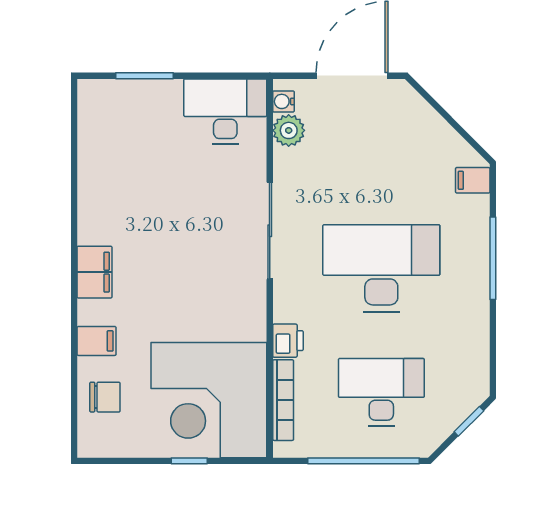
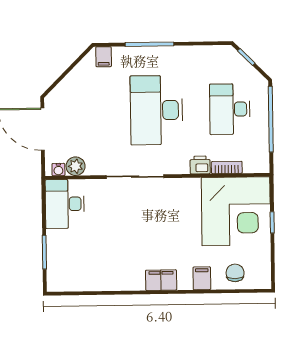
bookcase: (283, 400) -> (227, 167), width x0.64

